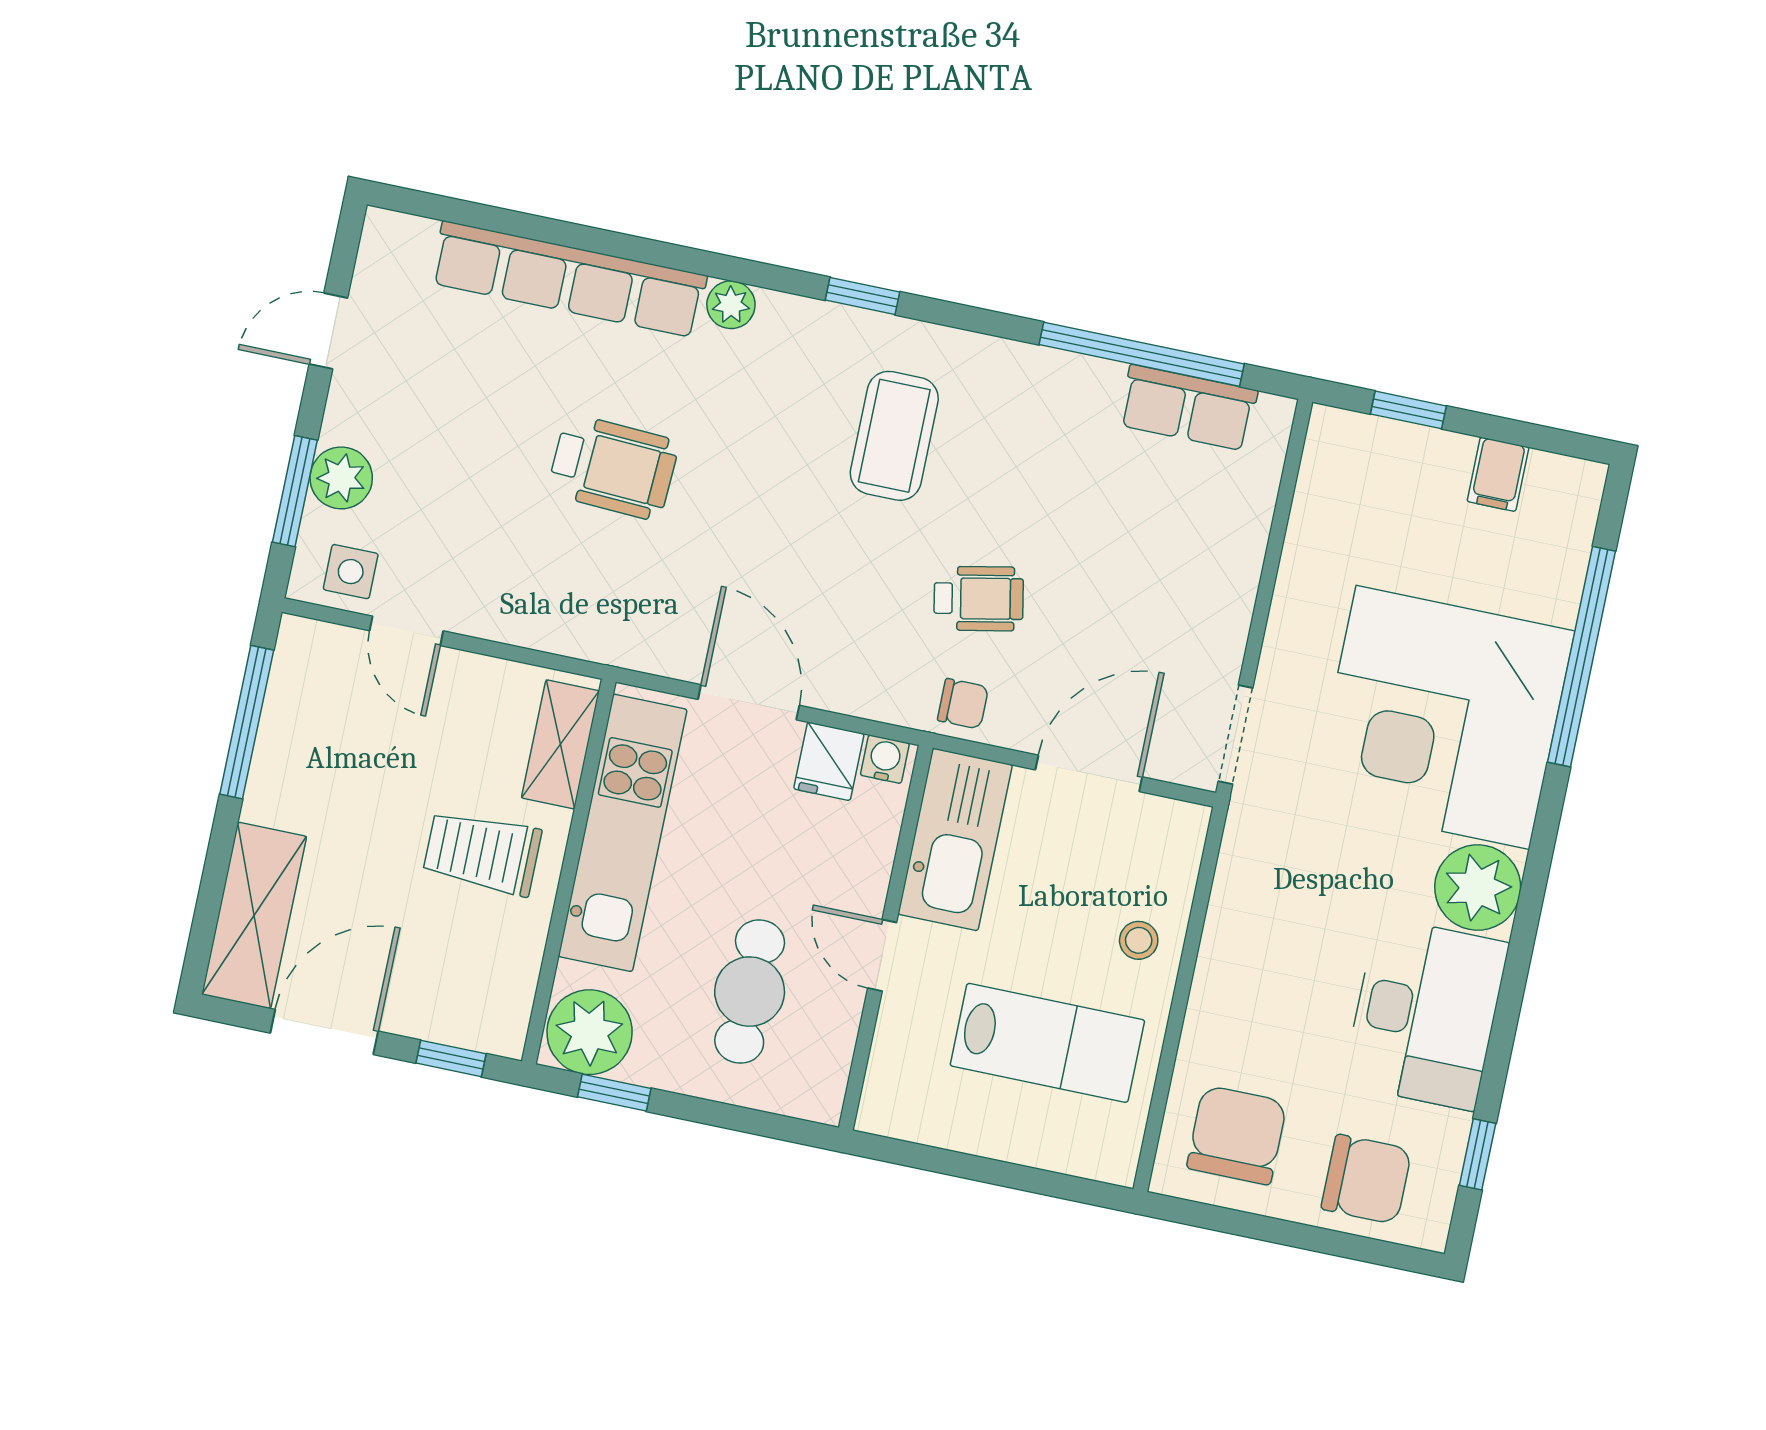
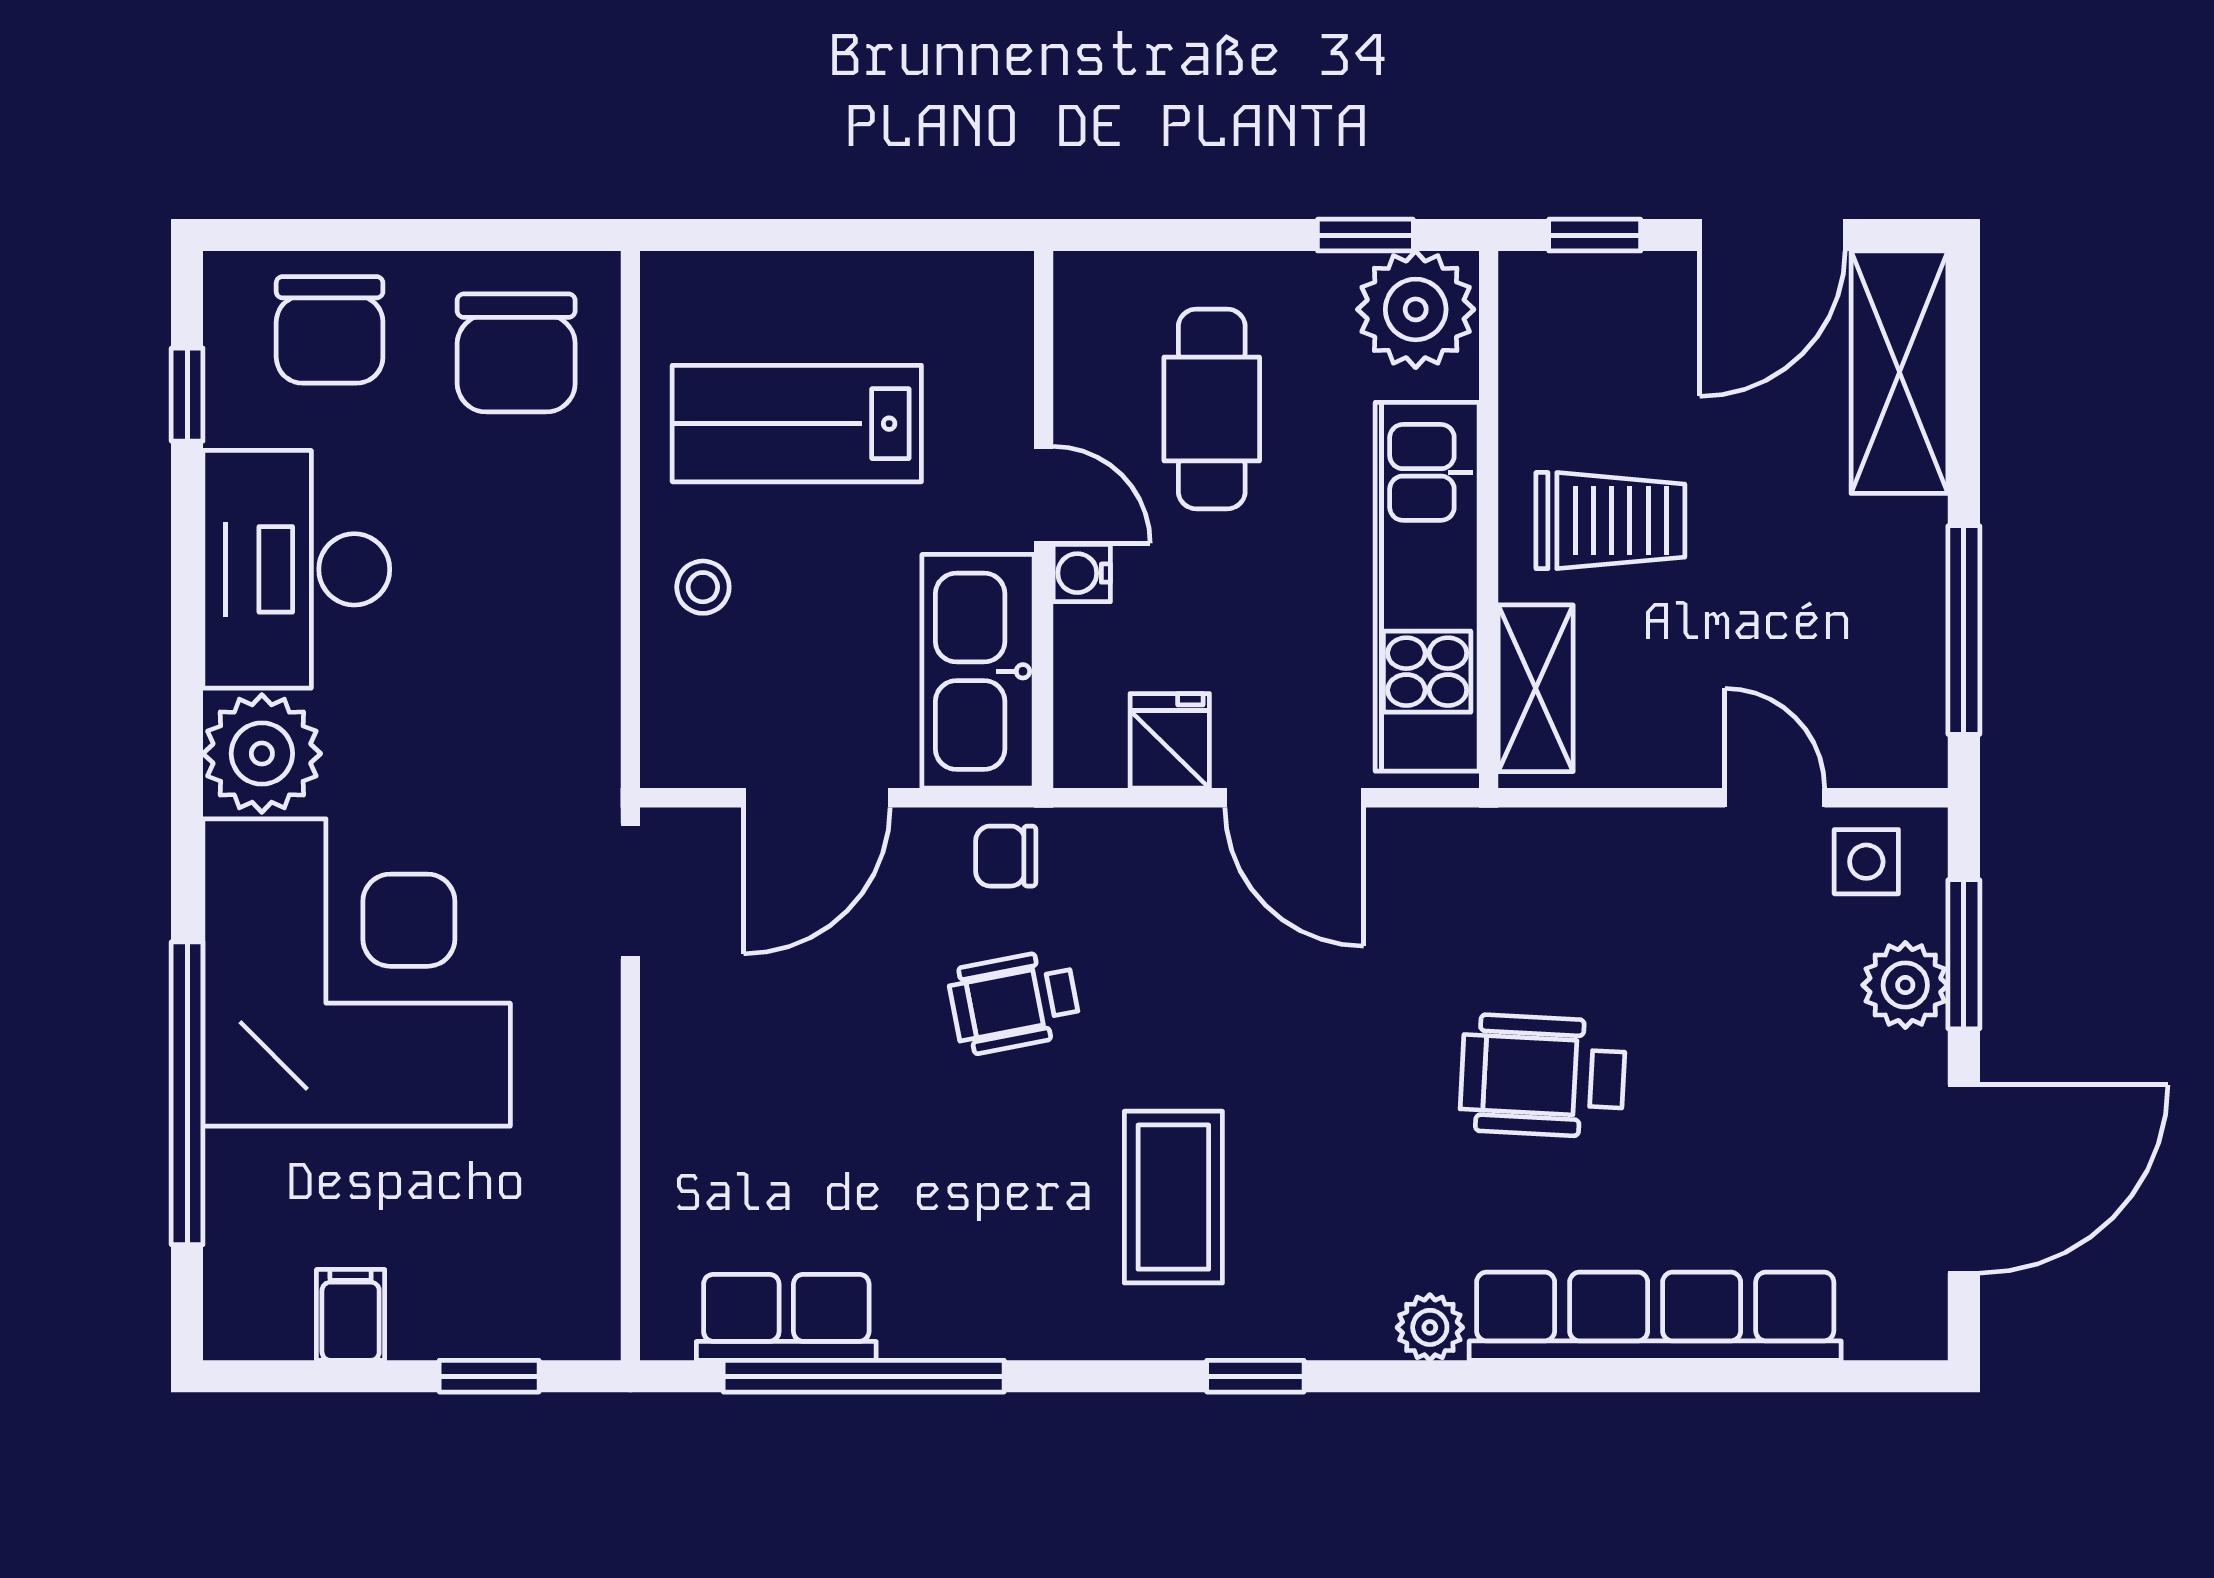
door: (328, 331) -> (1964, 1179), width x1.88
water cooler: (885, 759) -> (1082, 573), moved, turned 90
chair: (1366, 1179) -> (330, 330), turned -90

